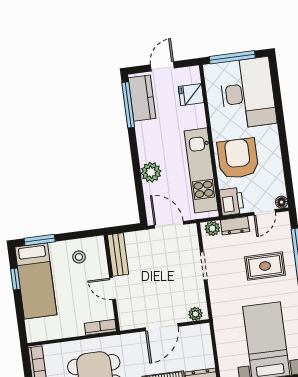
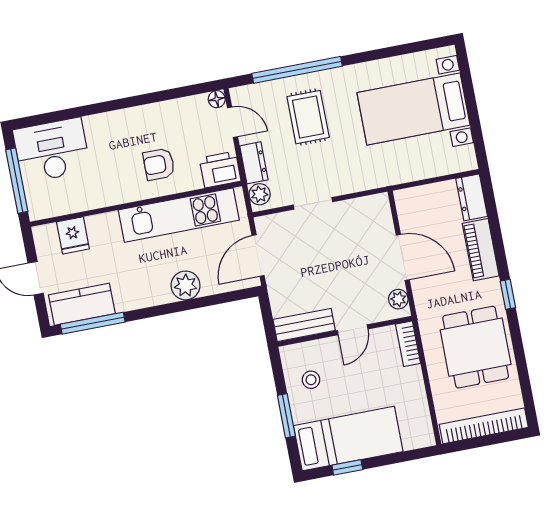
desk: (248, 93) -> (52, 150), width x0.73, depth x0.77
armchair: (238, 158) -> (159, 164), width x0.53, depth x0.53
window: (40, 240) -> (286, 416), moved
plant: (195, 314) -> (398, 299), moved

